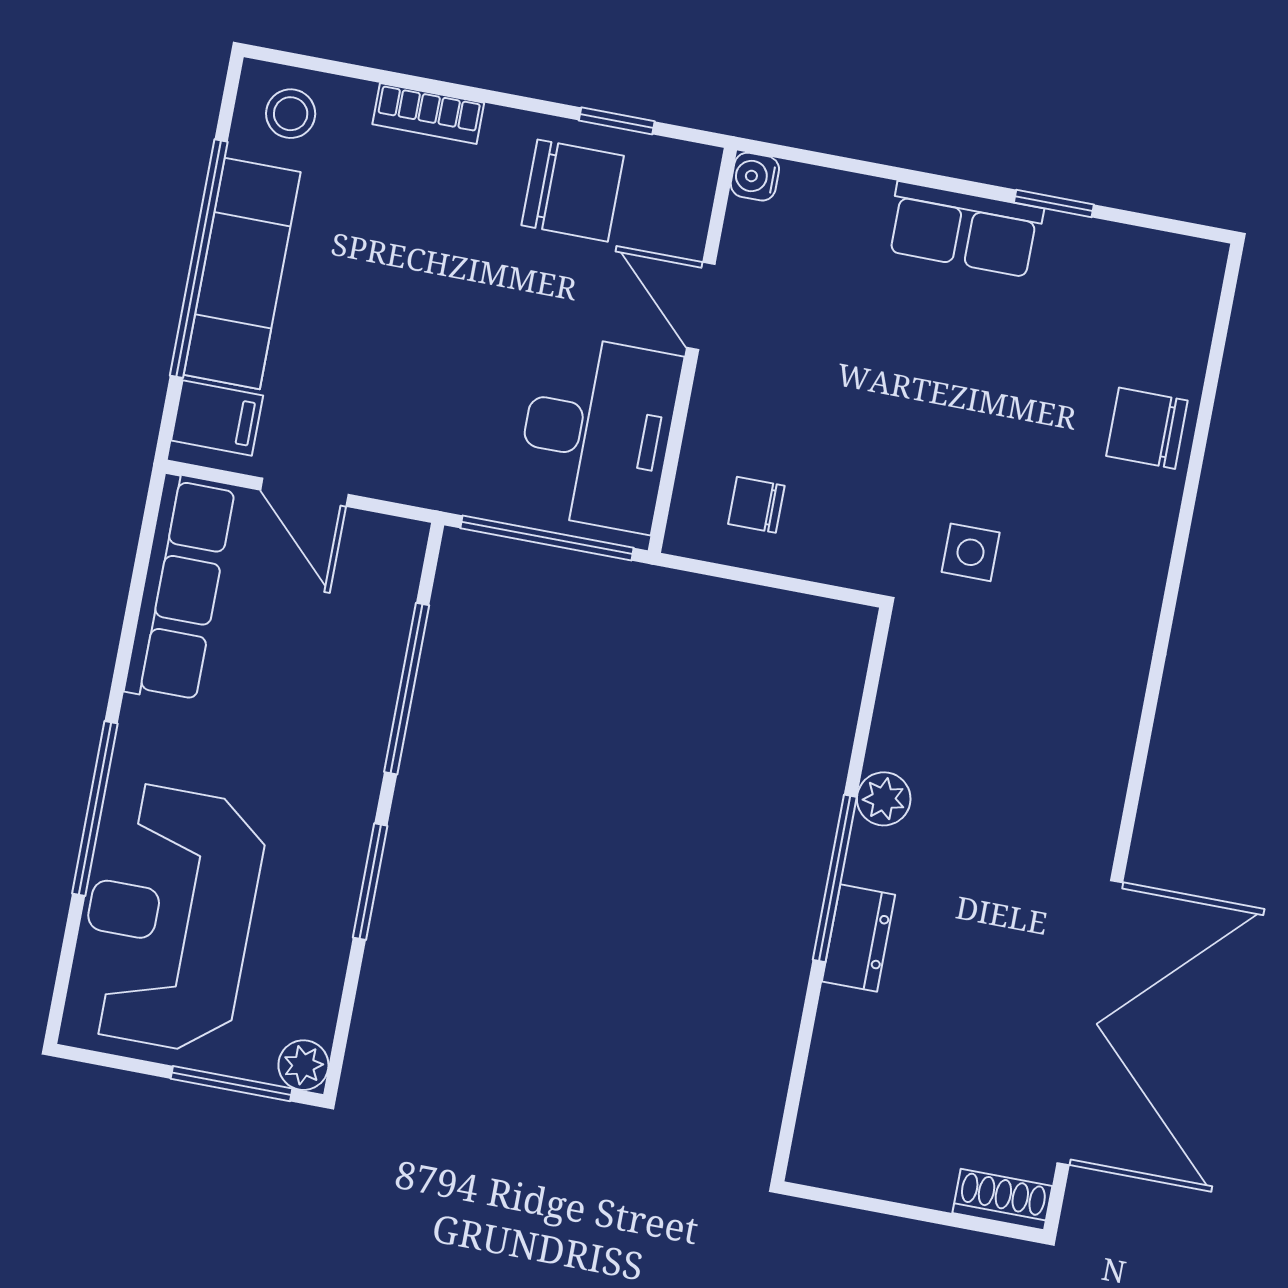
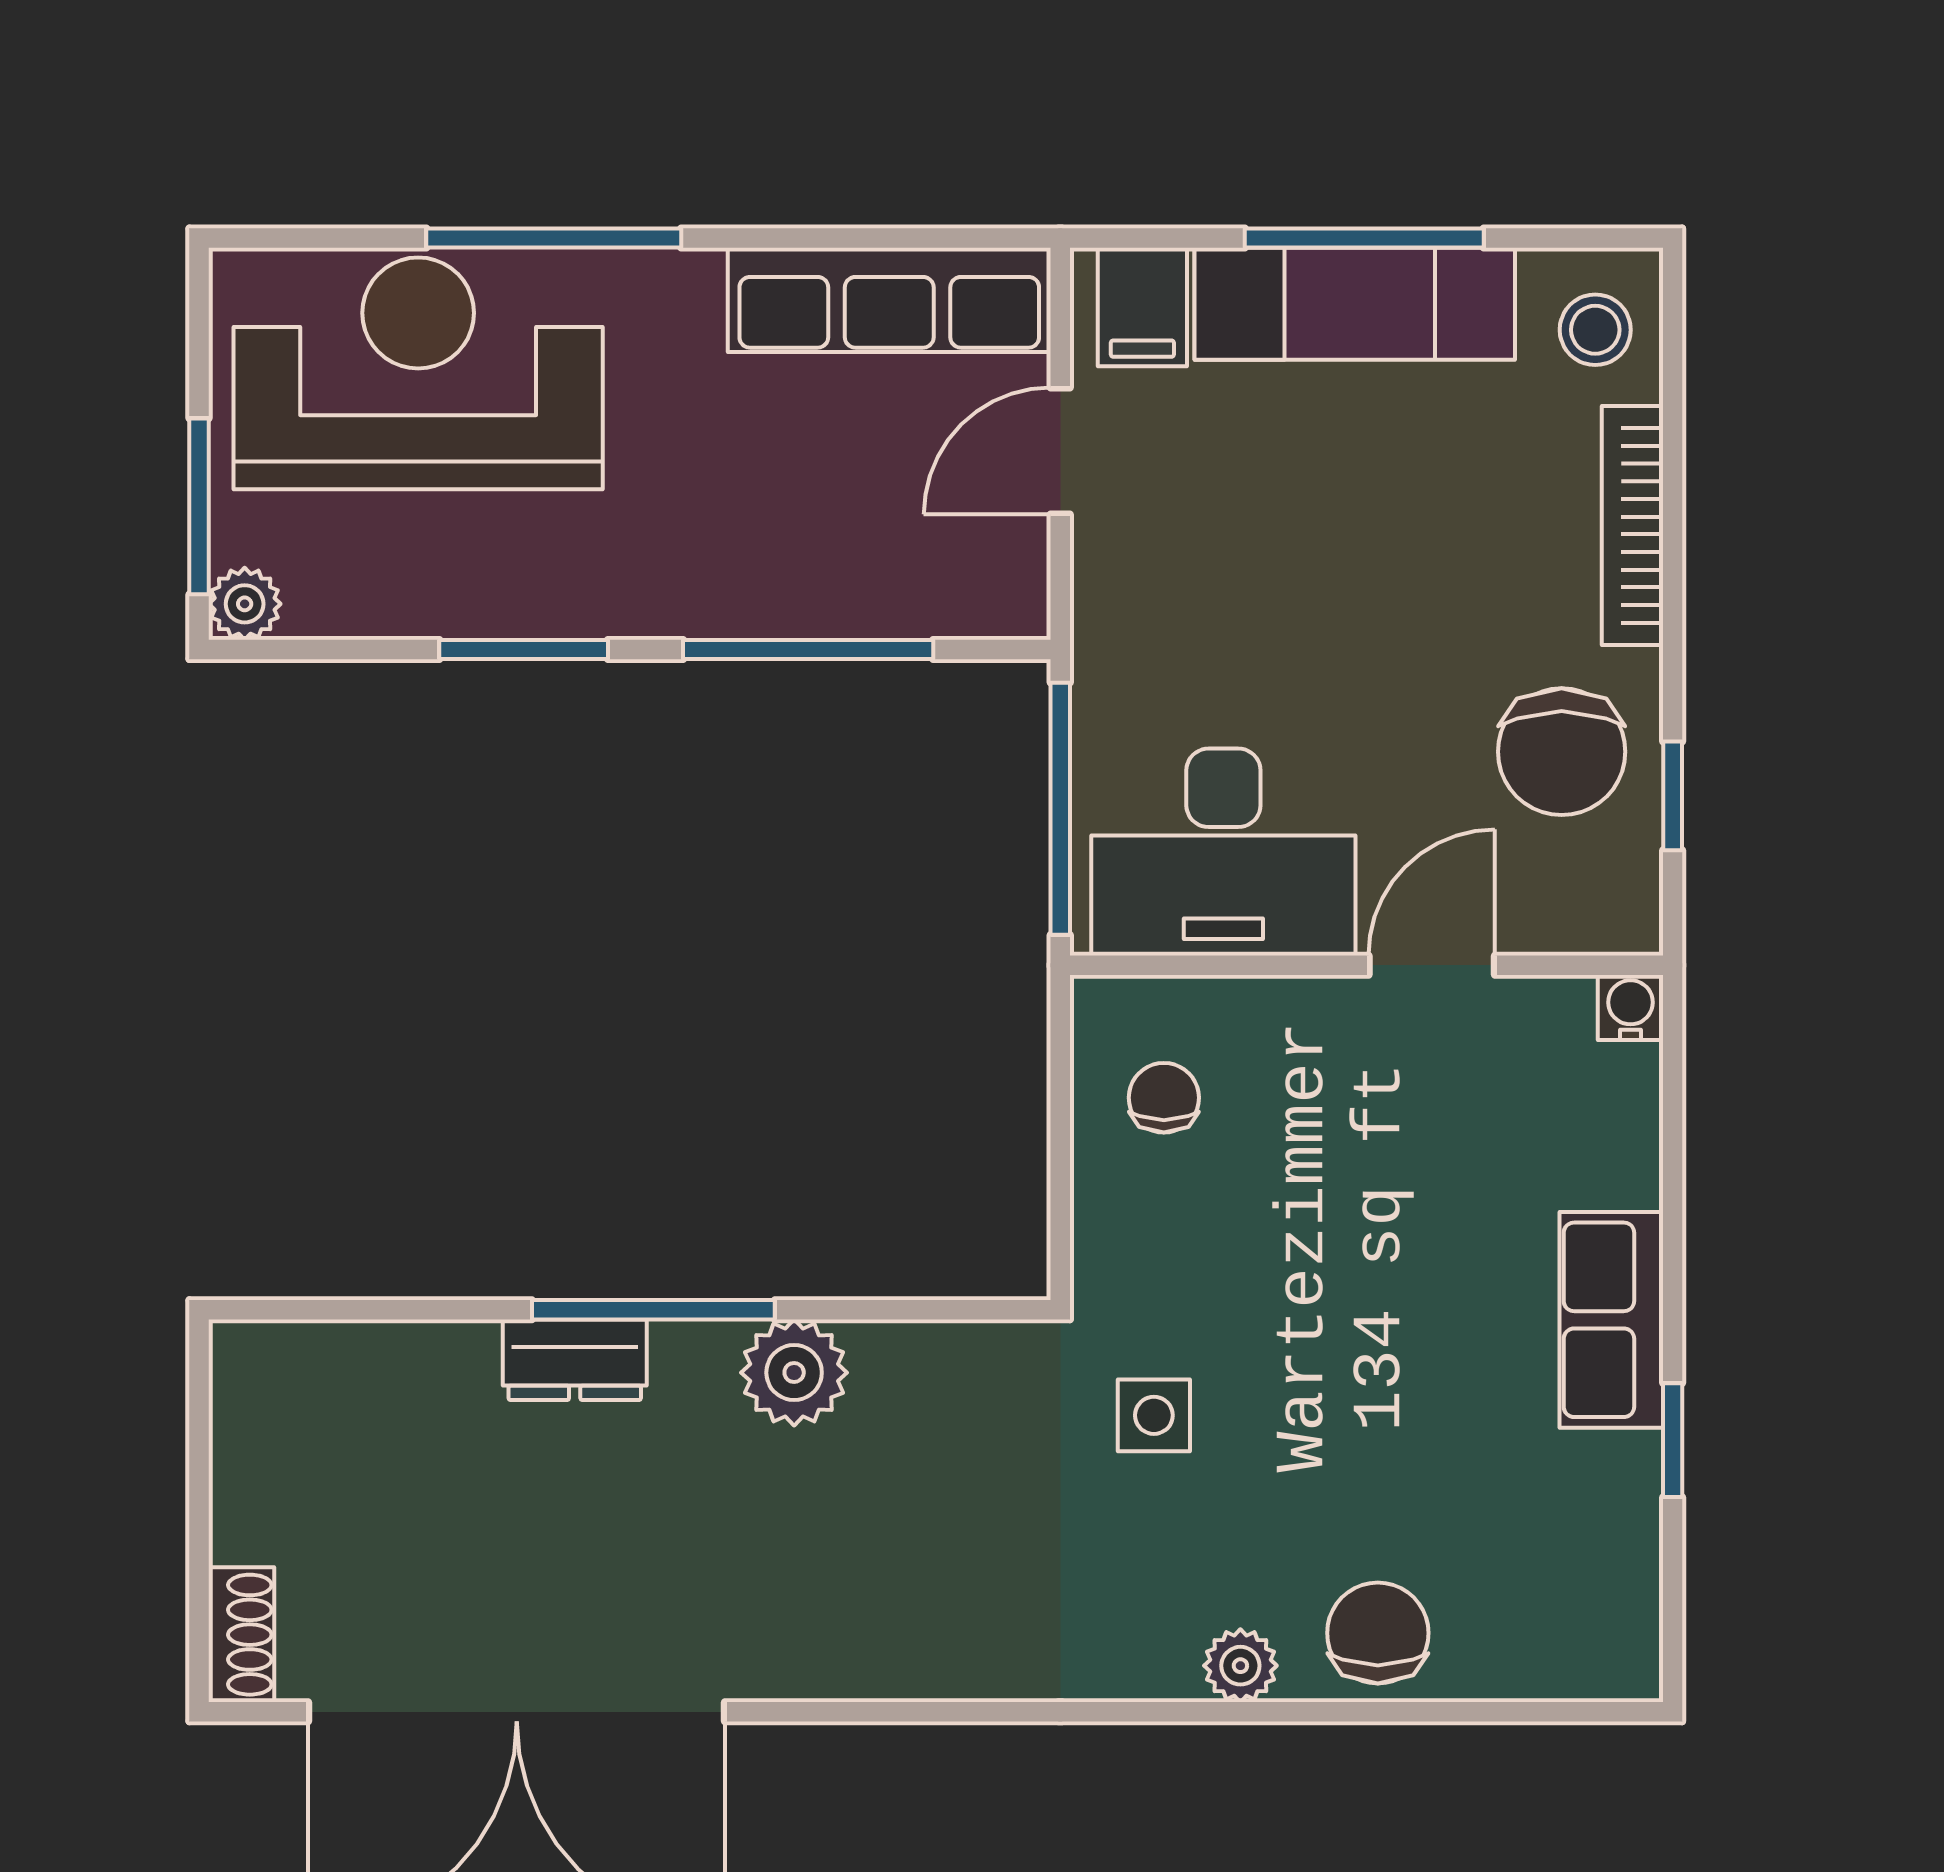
bookcase: (428, 114) -> (1632, 526), width x1.56
window: (199, 259) -> (1364, 238), width x0.68
plant: (1152, 526) -> (1240, 1666), added
plant: (884, 799) -> (794, 1373), width x1.38, depth x1.38

